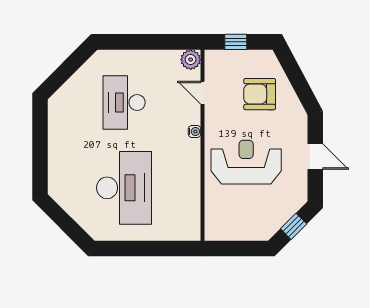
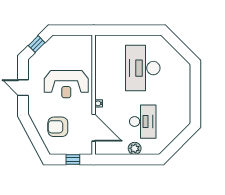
plant: (191, 60) -> (135, 148), moved
door: (202, 93) -> (94, 128), width x1.87
armchair: (260, 94) -> (58, 127), turned 180

